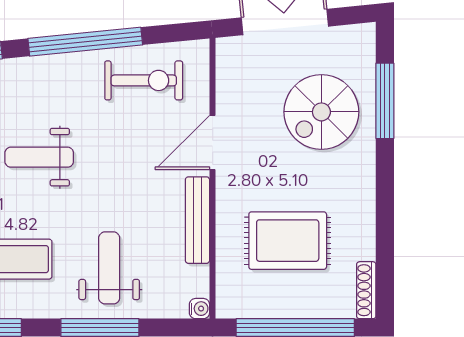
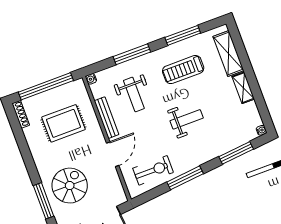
window: (85, 42) -> (185, 178), width x0.68
exercise bike: (144, 80) -> (153, 170), turned 180
weight bench: (109, 268) -> (134, 94), moved

